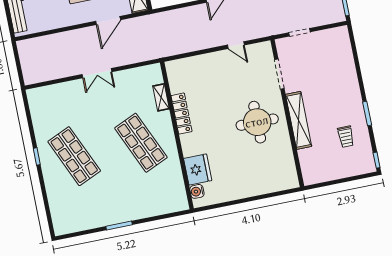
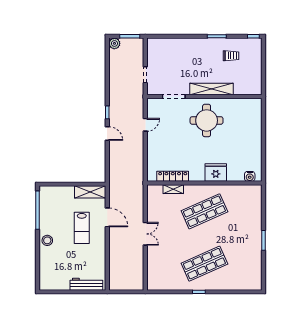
locker: (181, 114) -> (173, 176), moved
fridge: (198, 169) -> (216, 172), moved

